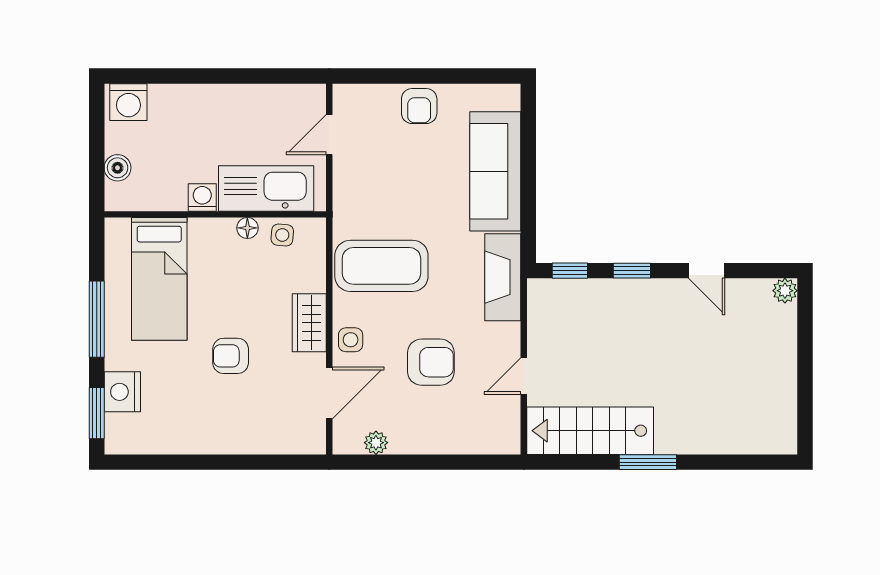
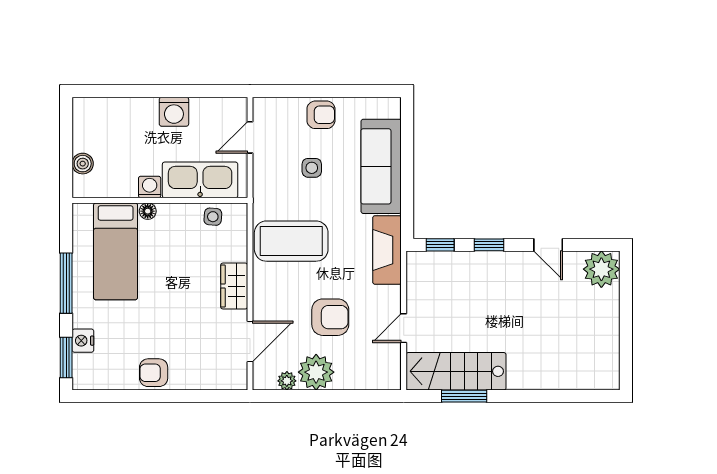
washing machine: (128, 102) -> (174, 112), moved
armchair: (419, 106) -> (321, 115), turned -90
floor lamp: (247, 228) -> (148, 211), moved
plant: (785, 291) -> (601, 269), width x1.87, depth x1.87
side table: (351, 340) -> (312, 168), moved
armchair: (231, 356) -> (154, 373), moved
nightstand: (122, 392) -> (83, 341), width x0.74, depth x0.75
plant: (413, 432) -> (316, 372), added
window: (648, 462) -> (464, 396), moved

